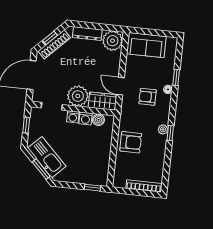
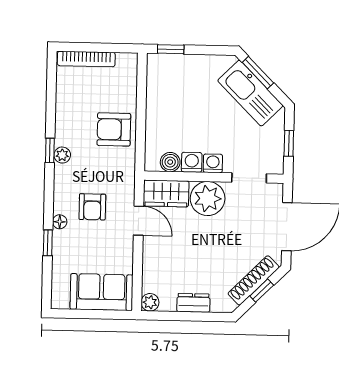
dresser: (87, 33) -> (193, 303), width x0.70
plant: (113, 41) -> (150, 302), width x0.53, depth x0.53
armchair: (148, 97) -> (92, 207), turned 90

